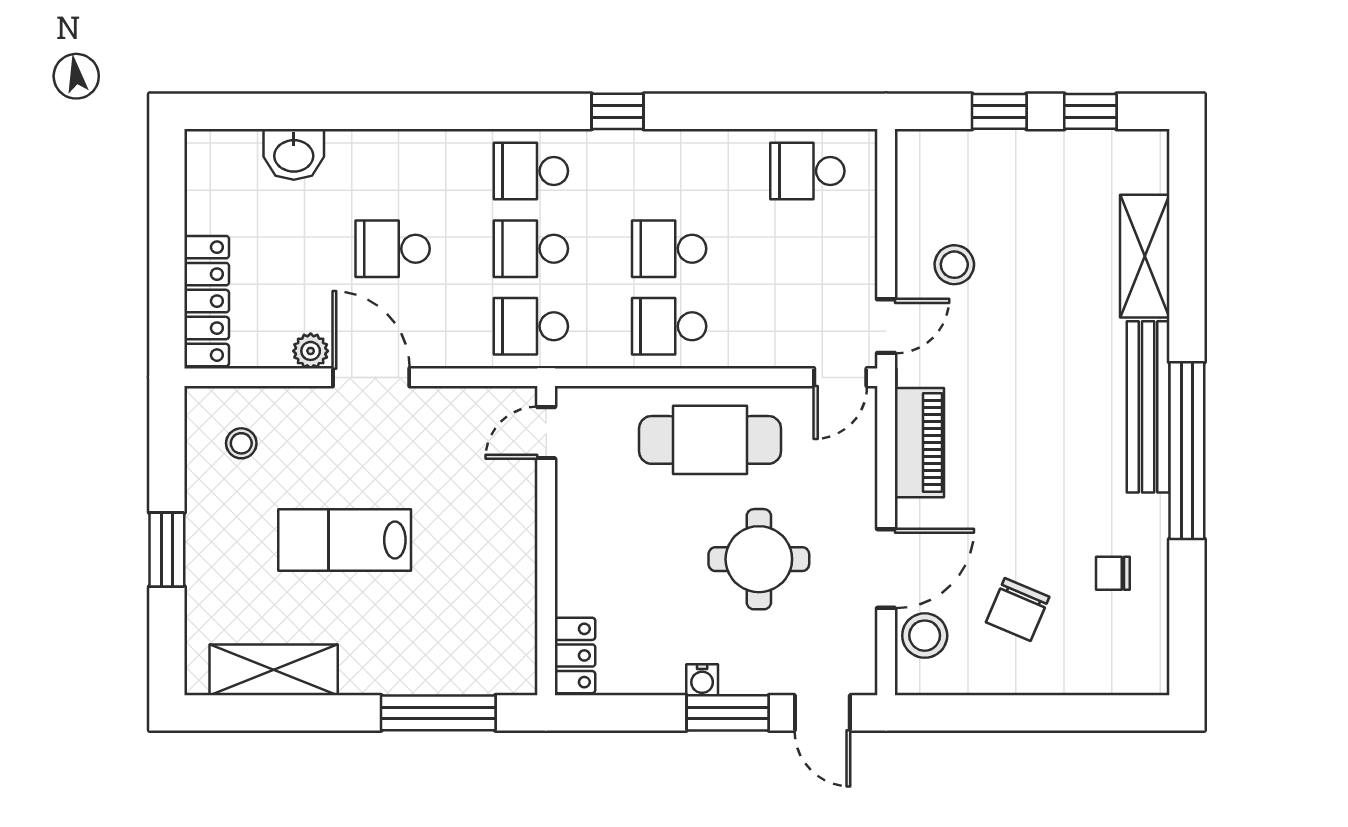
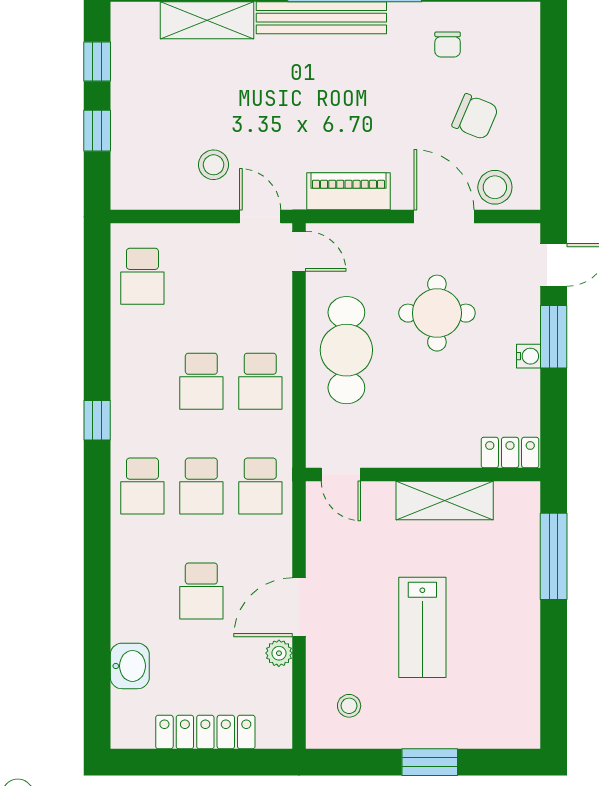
locker: (207, 301) -> (205, 732), moved
shelving: (274, 670) -> (445, 501), moved, turned 90

